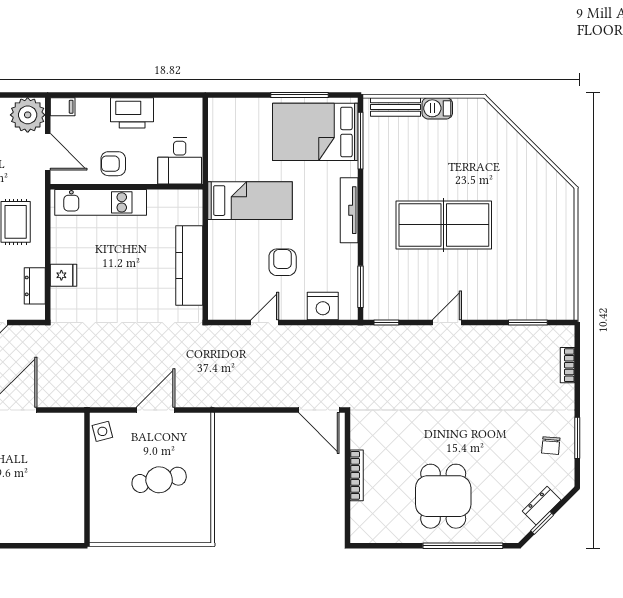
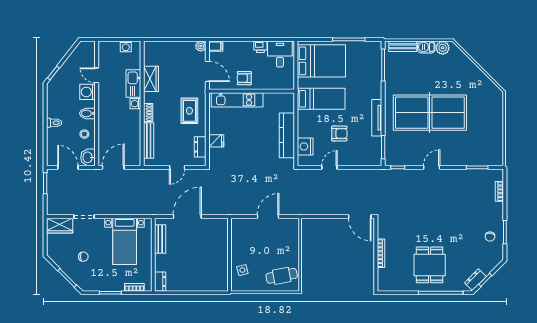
plant: (466, 110) -> (443, 48), added
printer: (132, 113) -> (260, 47), width x0.53, depth x0.68
plant: (28, 115) -> (201, 46), width x0.53, depth x0.53
bed: (315, 132) -> (321, 61), moved, turned 180
desk: (180, 161) -> (280, 54), moved, turned 180
tv unit: (349, 210) -> (377, 118), moved
table tennis table: (444, 225) -> (430, 113), width x1.36, depth x1.32
armchair: (283, 262) -> (339, 133), turned 90
nightstand: (323, 306) -> (305, 147), moved, turned 90
side table: (102, 431) -> (242, 270), moved
cafe table: (159, 480) -> (282, 276), moved
dresser: (542, 506) -> (475, 280), moved

